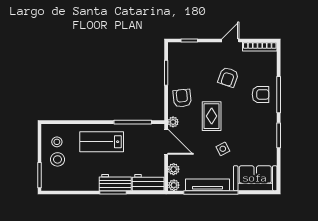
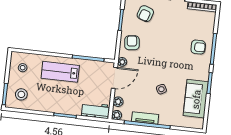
armchair: (228, 77) -> (145, 14), moved
rug: (212, 116) -> (155, 61), removed
door: (166, 142) -> (114, 78), hinge flipped
stool: (58, 159) -> (21, 94), moved
sofa: (255, 178) -> (196, 99), moved, turned -90
workbench: (115, 183) -> (68, 107), removed
tv unit: (207, 185) -> (145, 118), width x0.71

